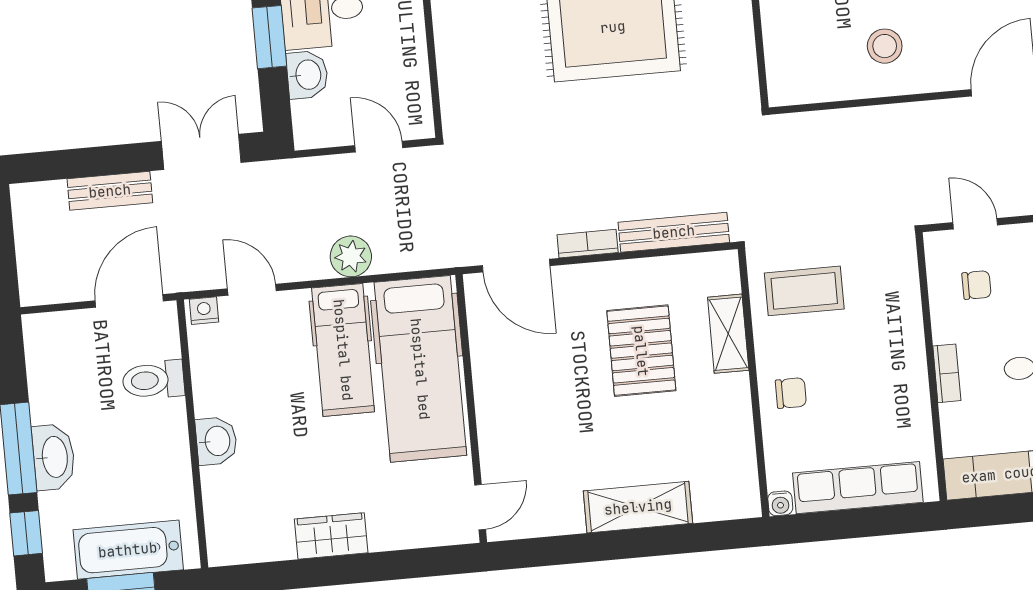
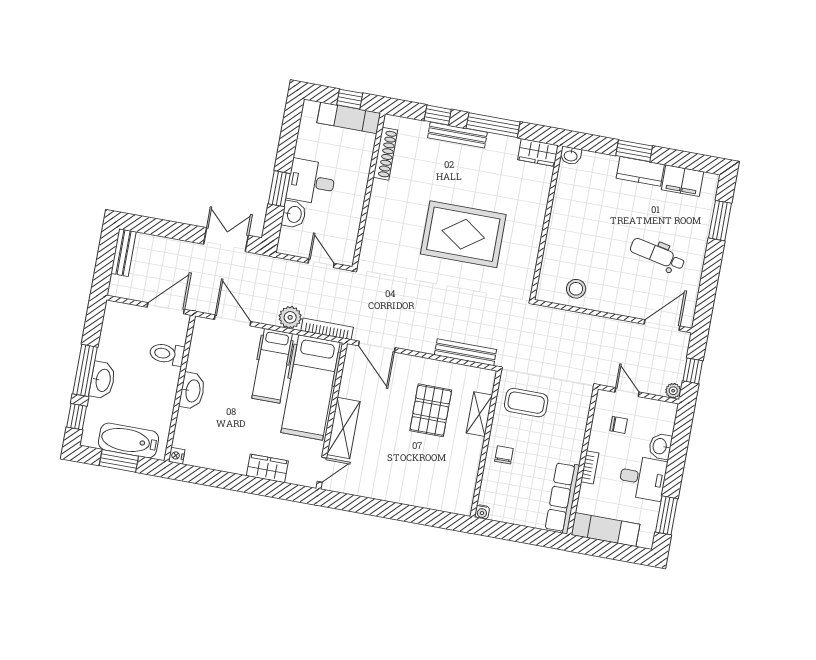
stool: (885, 46) -> (576, 289), moved
bench: (110, 191) -> (124, 253), moved, turned 90
bookcase: (588, 244) -> (327, 329), moved, width x1.56
door: (252, 290) -> (233, 320), width x1.38
nightstand: (204, 311) -> (177, 456), moved, turned -90
chair: (791, 393) -> (504, 455), turned -90
washbasin: (216, 441) -> (192, 391), width x1.38
row of seats: (858, 488) -> (562, 498), moved, turned -90
shelving: (638, 507) -> (343, 428), moved, turned 90
wardrobe: (331, 536) -> (267, 468), moved

